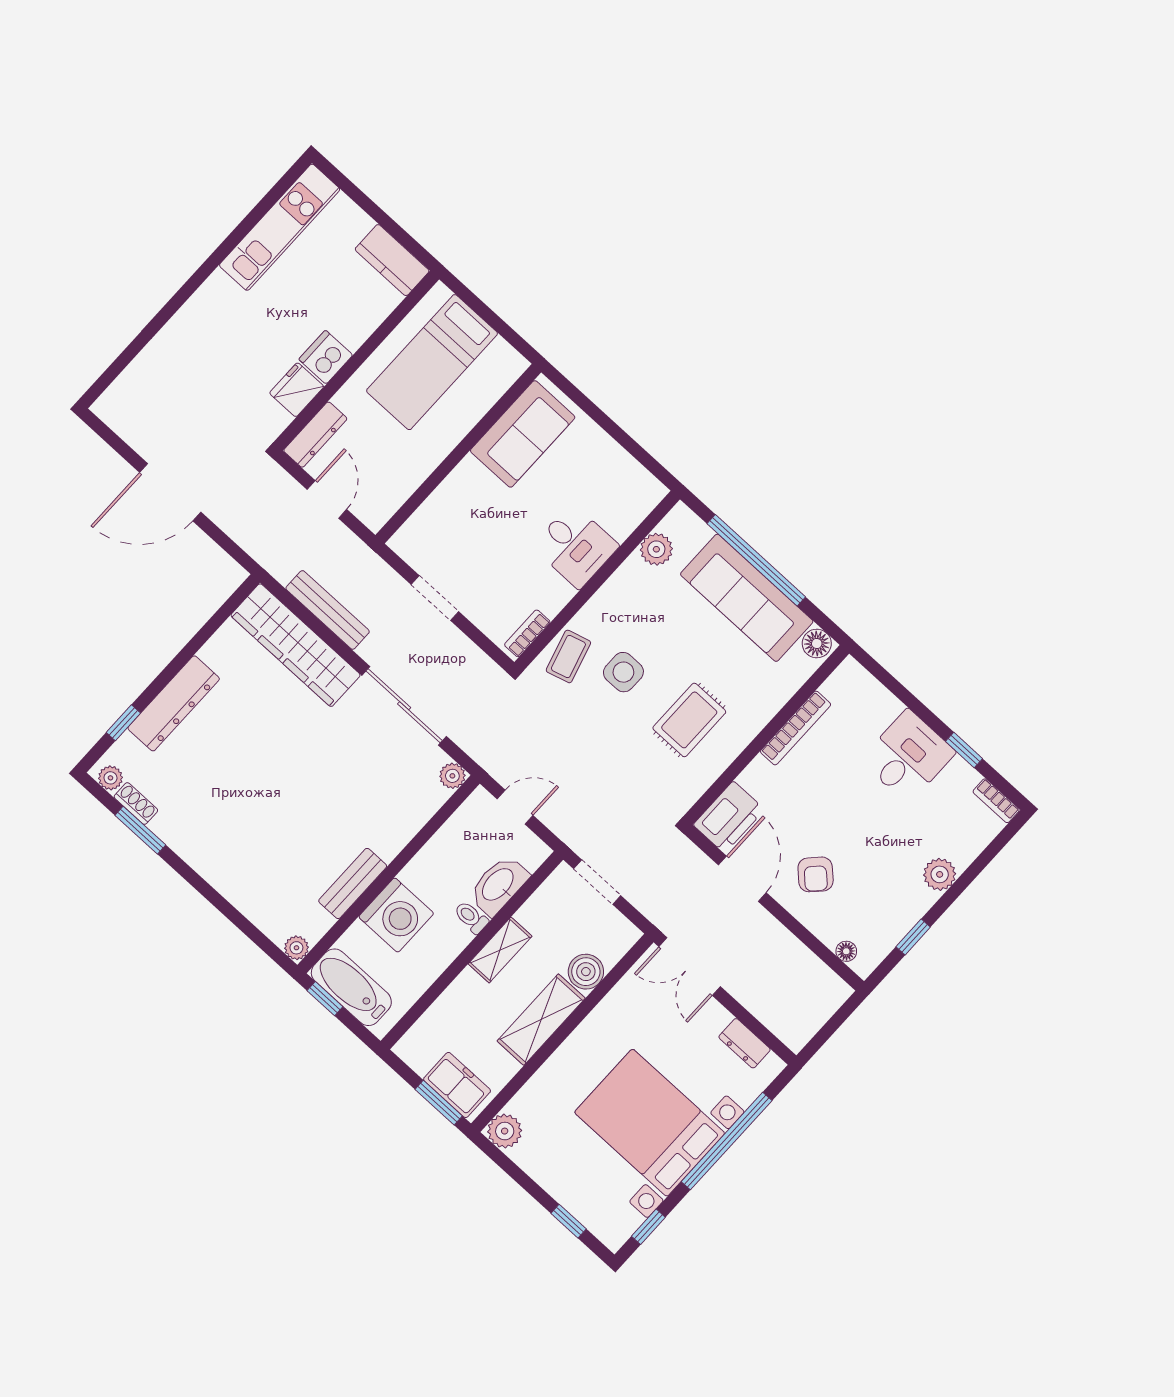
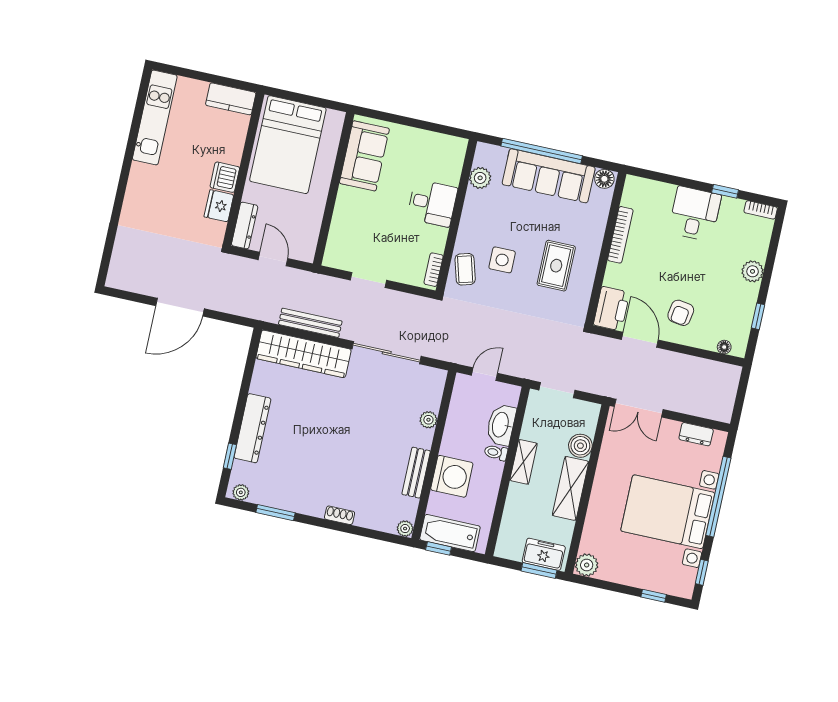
bed: (432, 362) -> (288, 145), width x1.50
plant: (452, 776) -> (428, 420), moved
shoe rack: (136, 804) -> (340, 515), moved
armchair: (816, 874) -> (681, 313), turned 55

